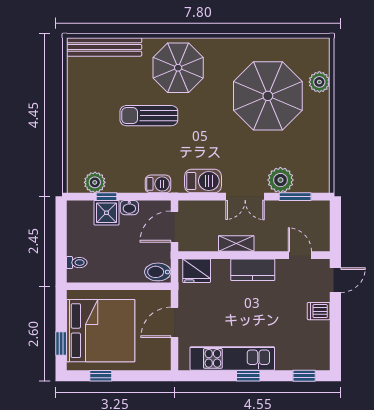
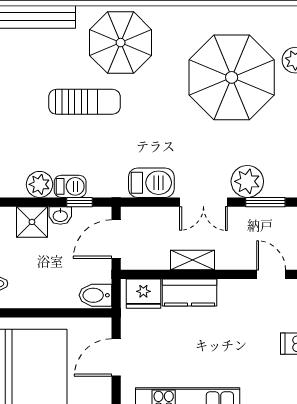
sun lounger: (149, 116) -> (84, 102), turned 180
plant: (95, 182) -> (39, 184), moved
barbecue: (158, 184) -> (70, 186), moved
window: (107, 197) -> (80, 202), moved
kitchen counter: (253, 270) -> (189, 292), moved

